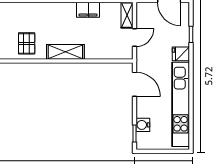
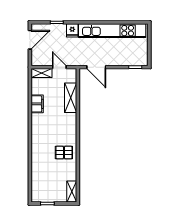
shelving: (65, 52) -> (71, 98), moved
door: (134, 84) -> (96, 67), swing flipped
water cooler: (143, 125) -> (128, 61), removed

